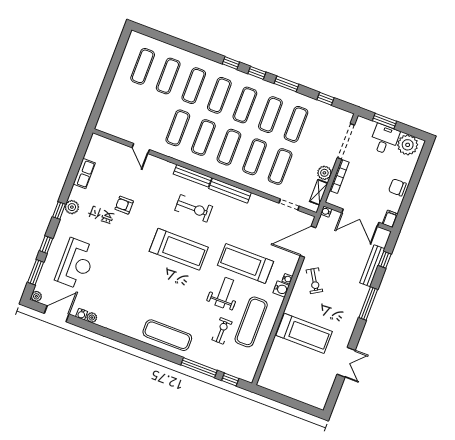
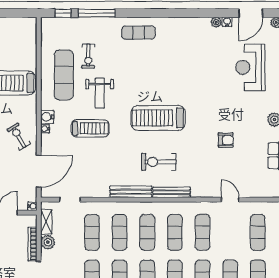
exercise mat: (127, 109) -> (258, 232), added
treadmill: (245, 263) -> (90, 128), width x0.73, depth x0.73
exercise mat: (167, 335) -> (138, 33), width x0.73, depth x0.69

